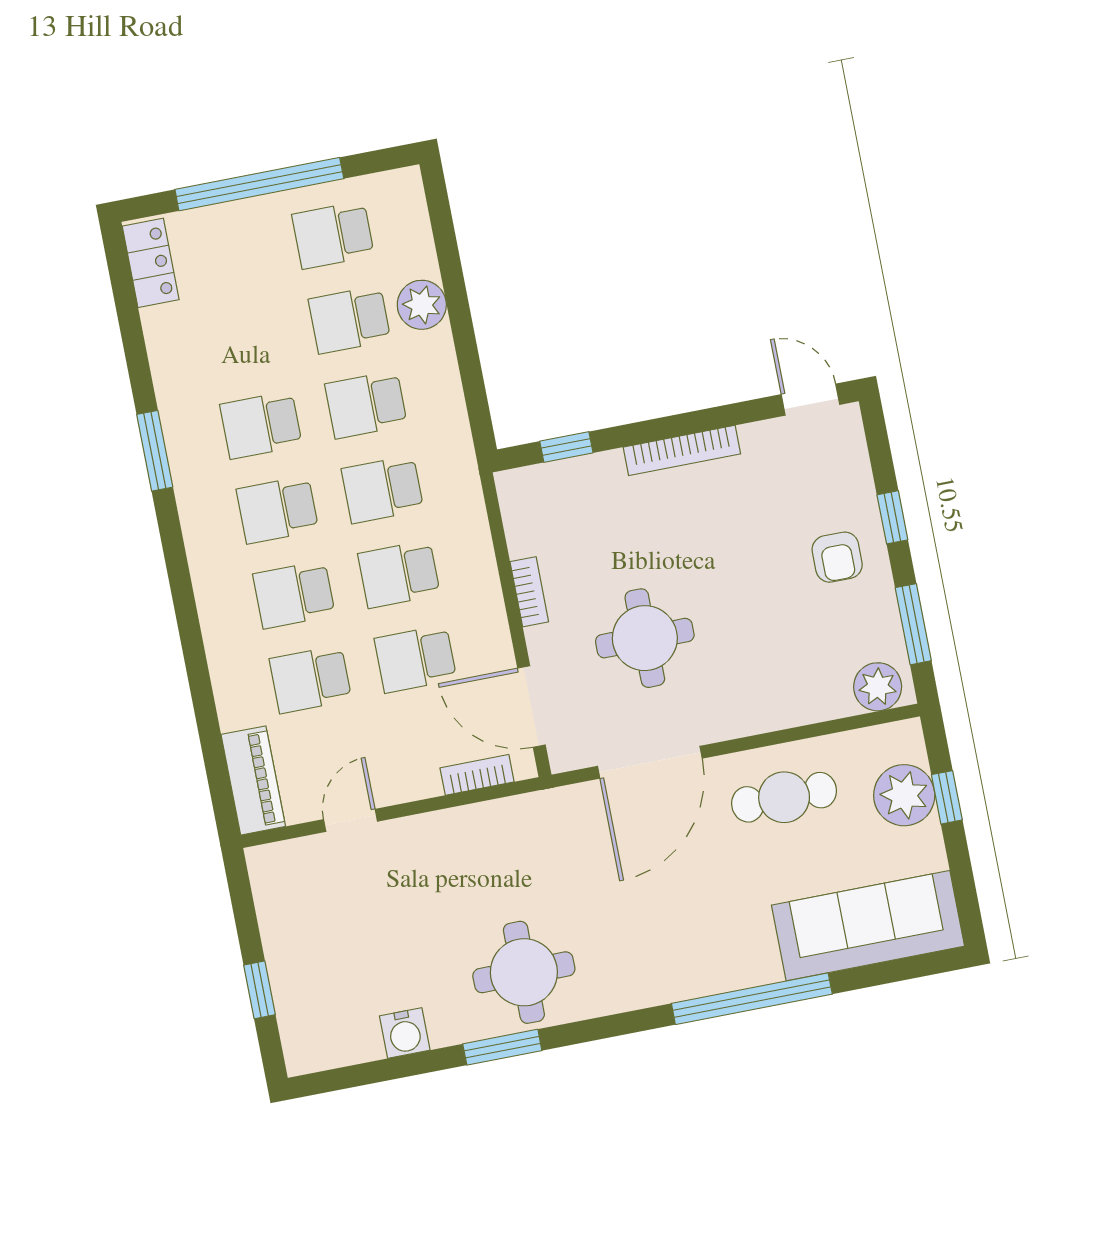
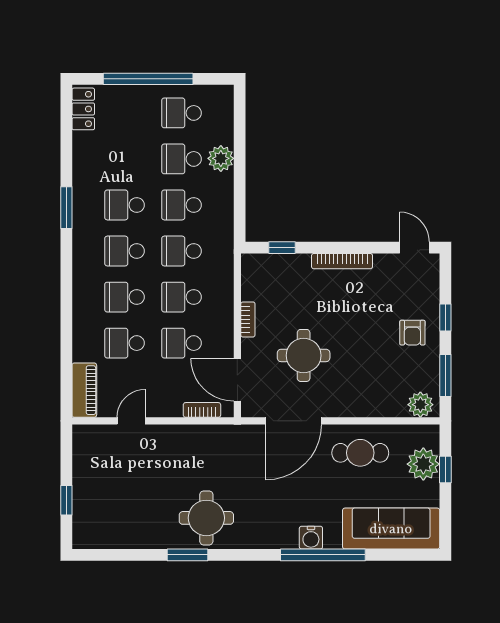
water cooler: (405, 1033) -> (311, 538), moved

